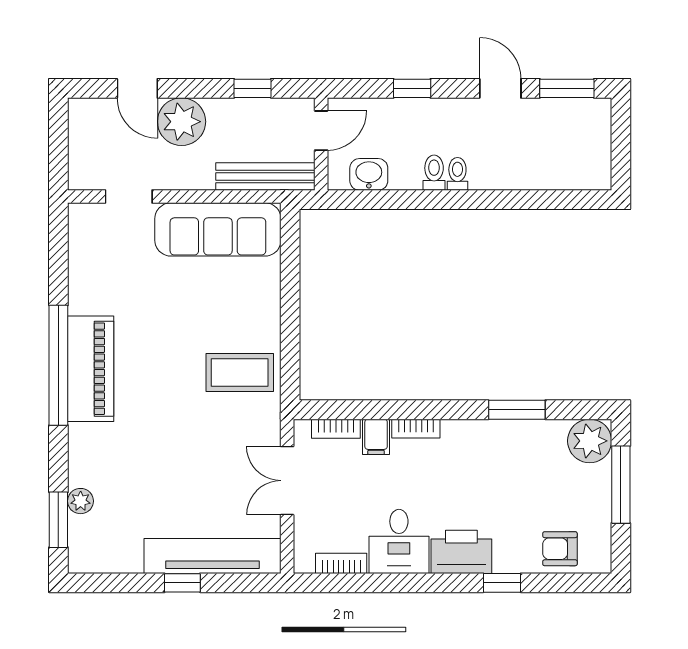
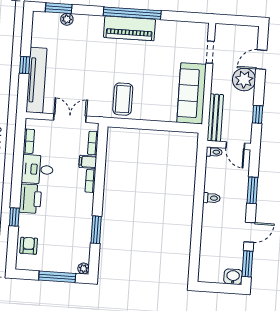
window: (412, 88) -> (252, 190), width x1.50
washbasin: (369, 174) -> (233, 277), moved, turned -90
toilet: (457, 174) -> (214, 152), moved
plant: (590, 441) -> (83, 269), width x0.53, depth x0.53

